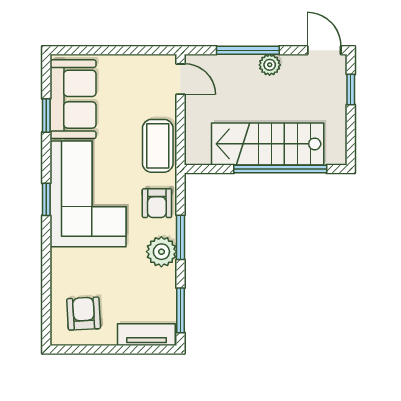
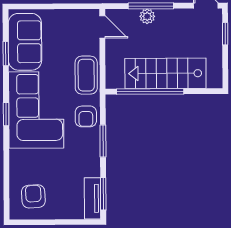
plant: (270, 65) -> (147, 16), moved
window: (280, 169) -> (150, 91), moved
plant: (161, 252) -> (89, 151), removed
tv unit: (146, 335) -> (93, 198), moved, turned -90

